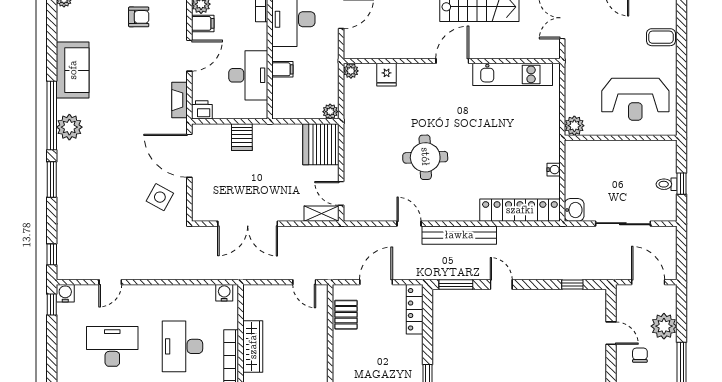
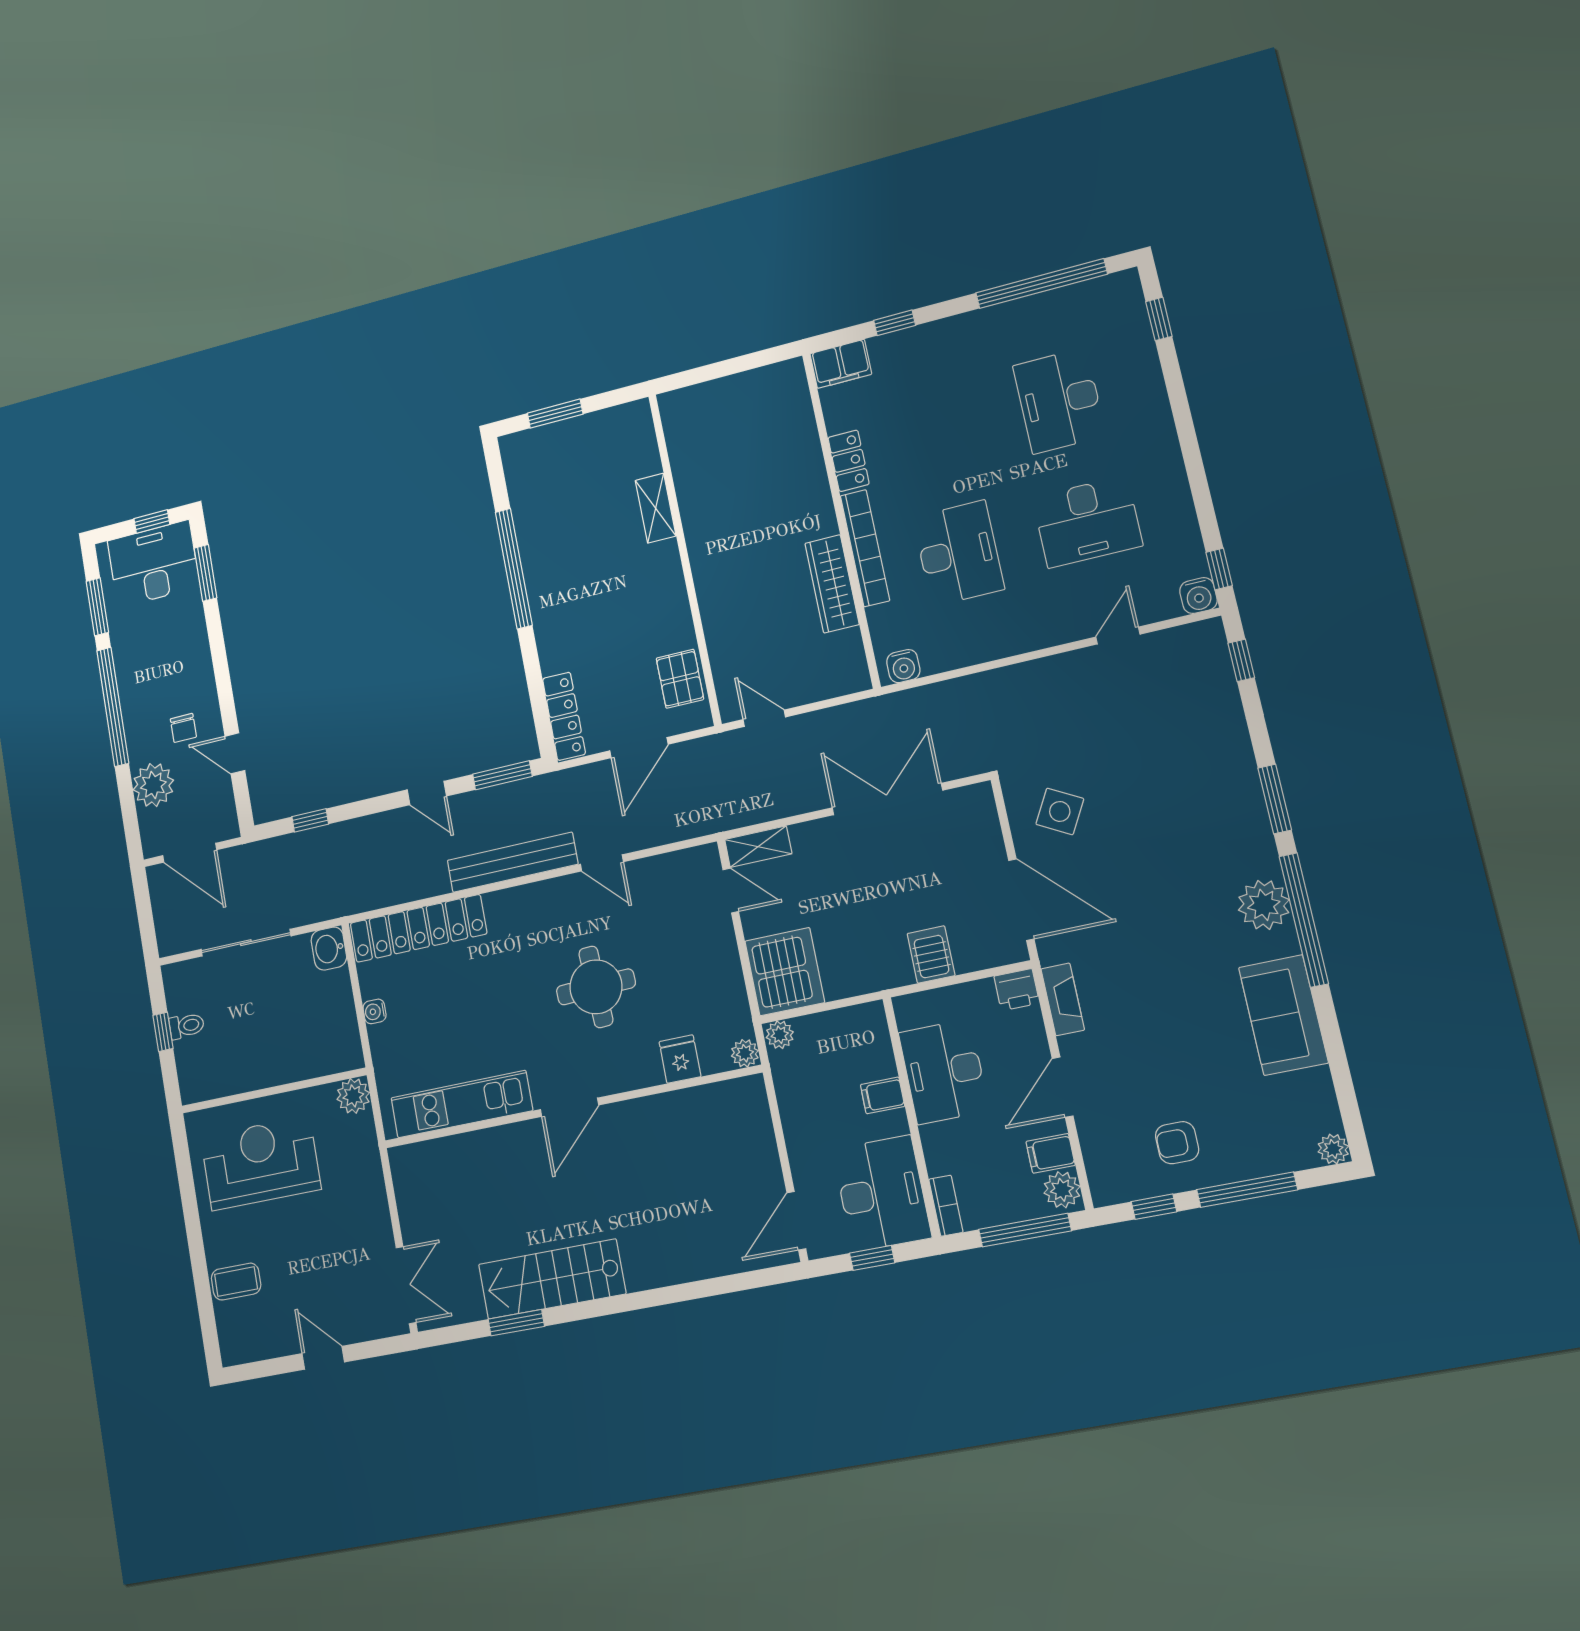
door: (452, 61) -> (570, 1107), moved
wall: (452, 61) -> (571, 1107), moved
plant: (351, 71) -> (745, 1053), moved
kitchen unit: (513, 74) -> (462, 1104), moved
fridge: (387, 75) -> (680, 1059), moved

